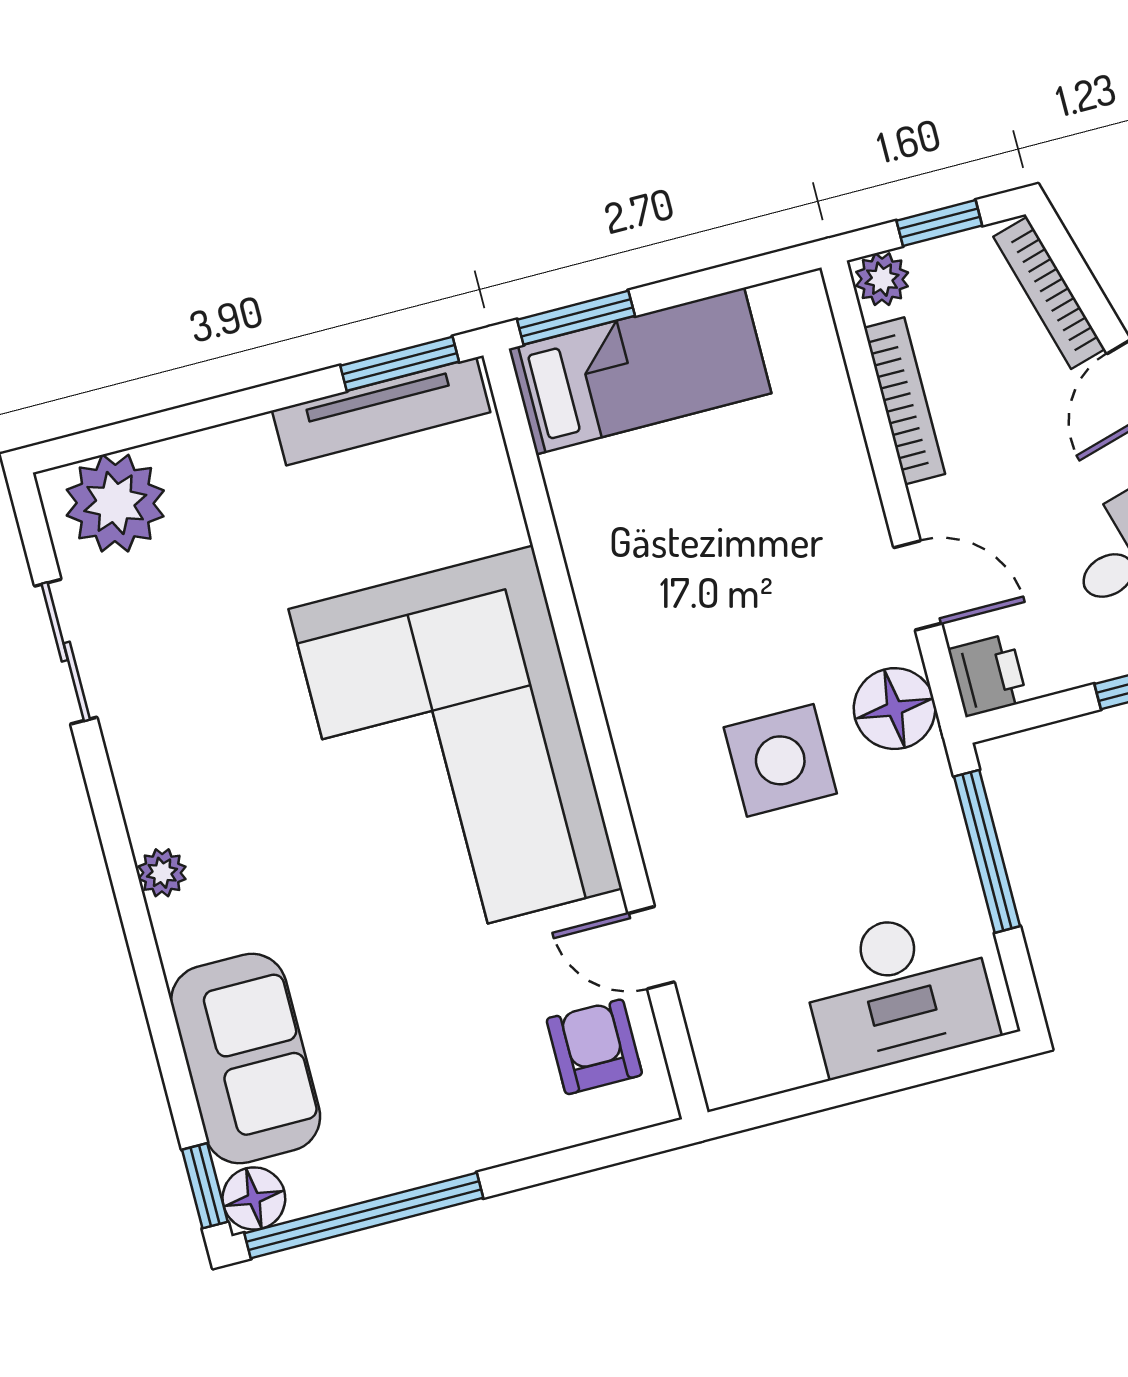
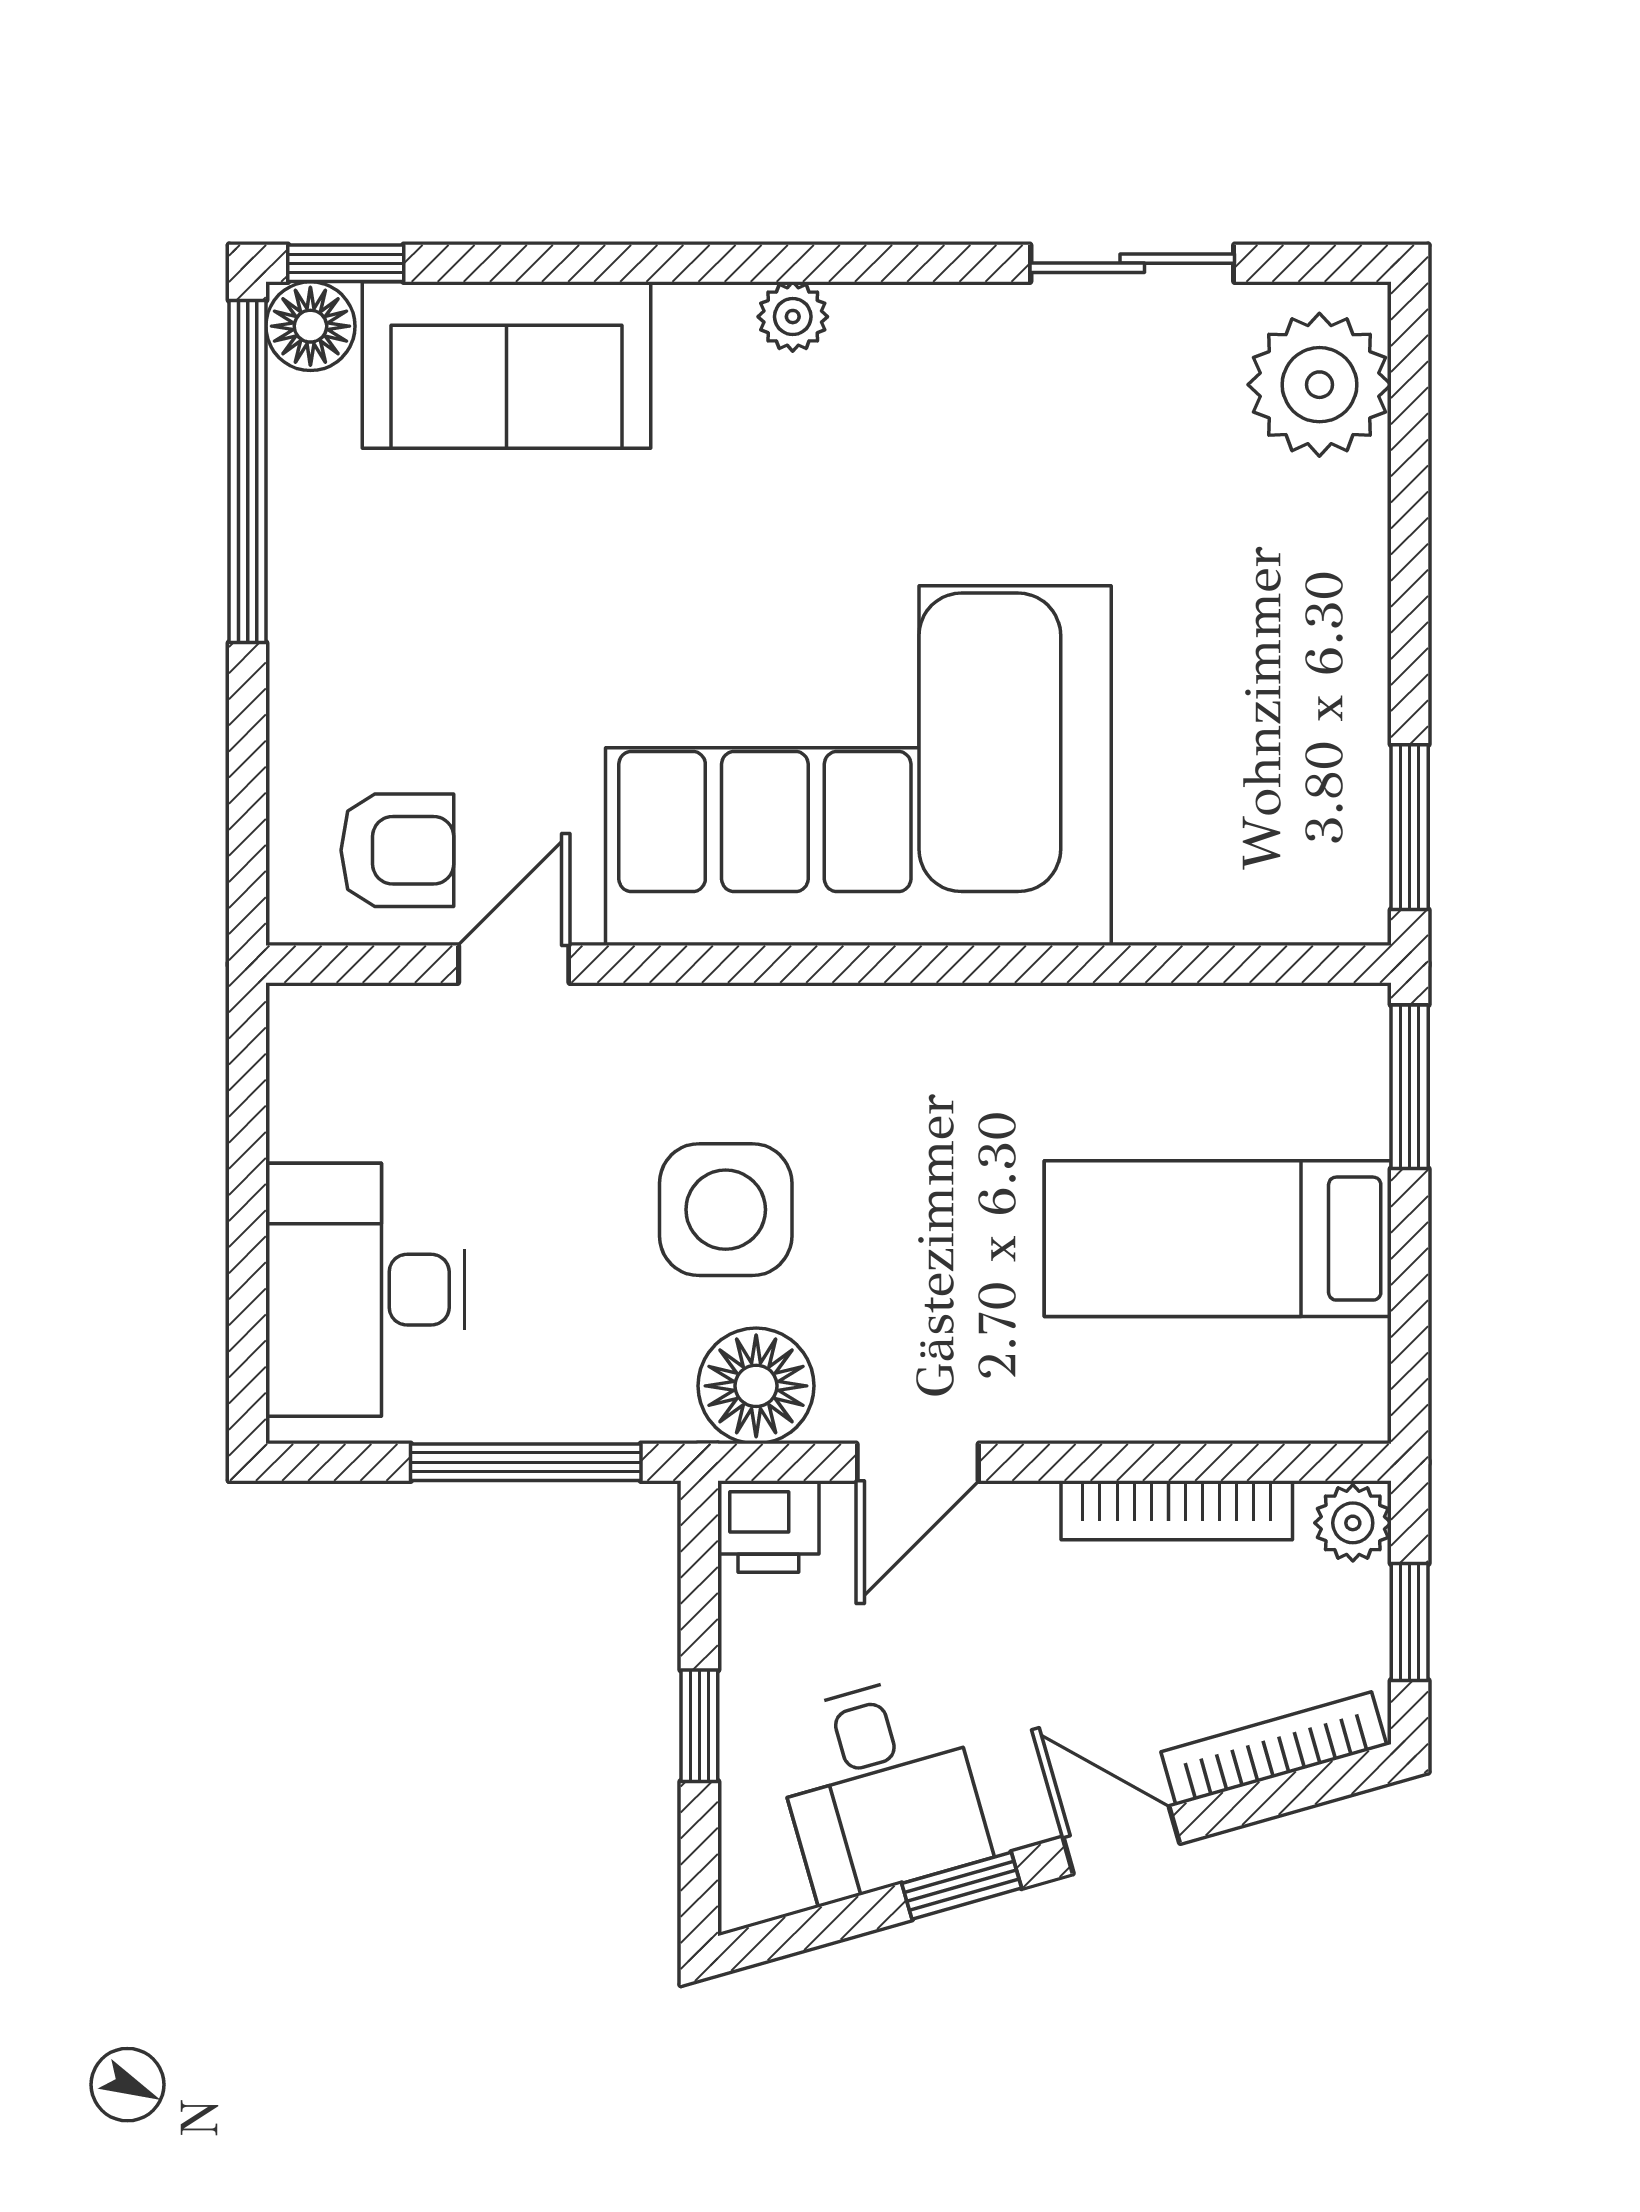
bed: (640, 371) -> (1218, 1239), moved, turned 90
tv unit: (381, 411) -> (1350, 785), removed

